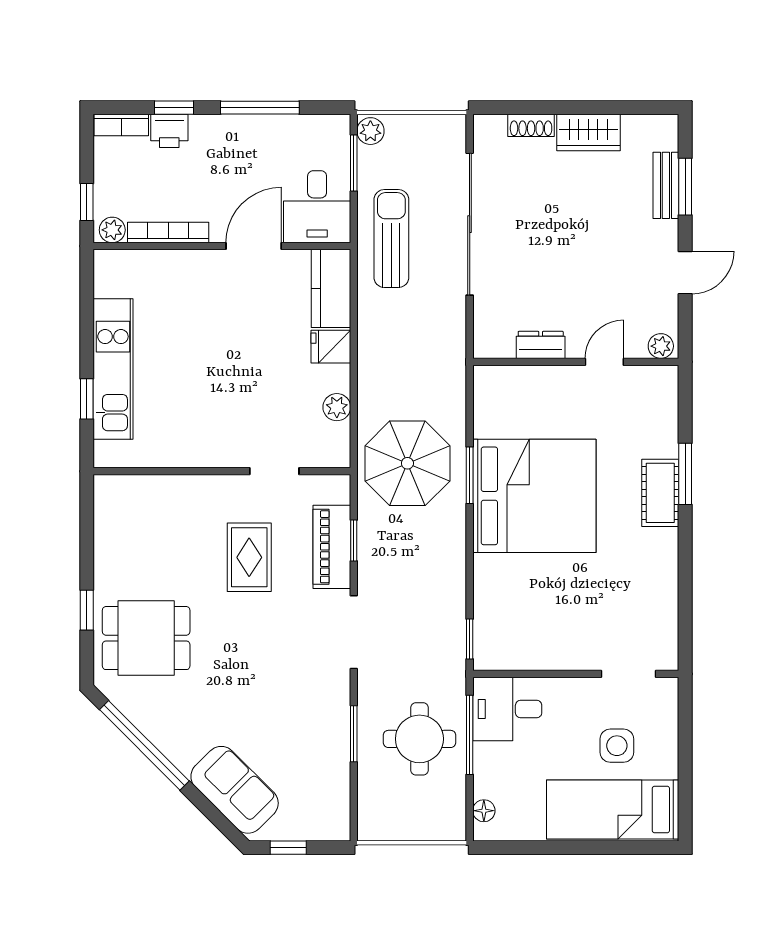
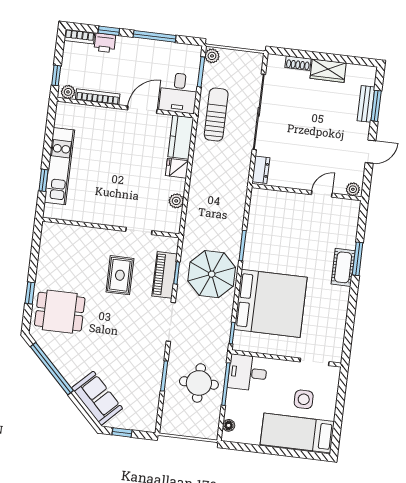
dresser: (541, 345) -> (261, 170), moved, turned 90
parasol: (407, 463) -> (212, 274), moved
bed: (534, 496) -> (271, 303), moved

